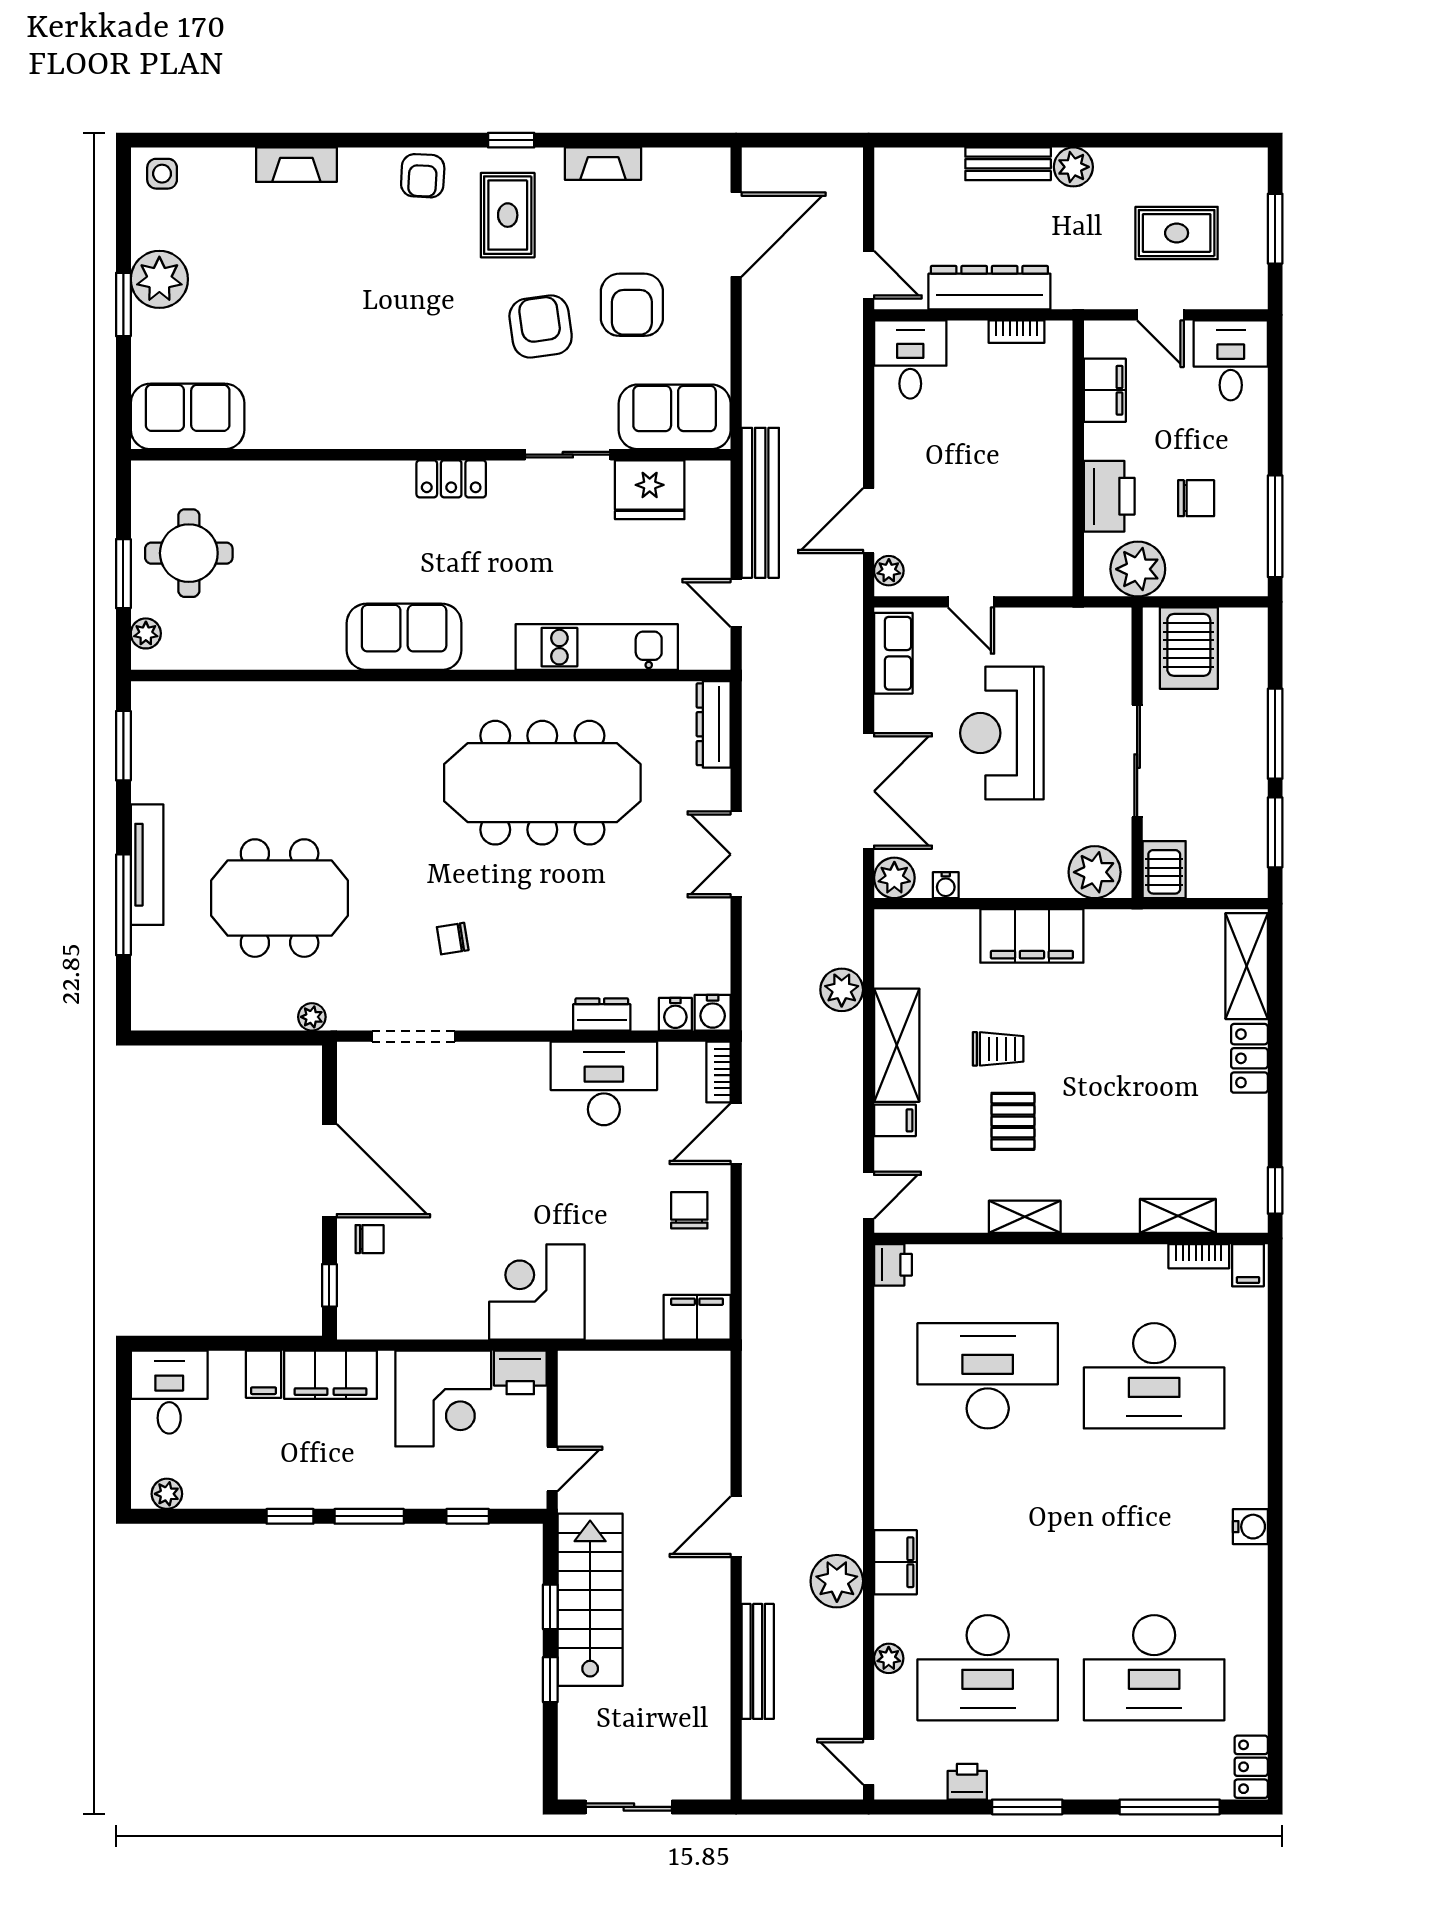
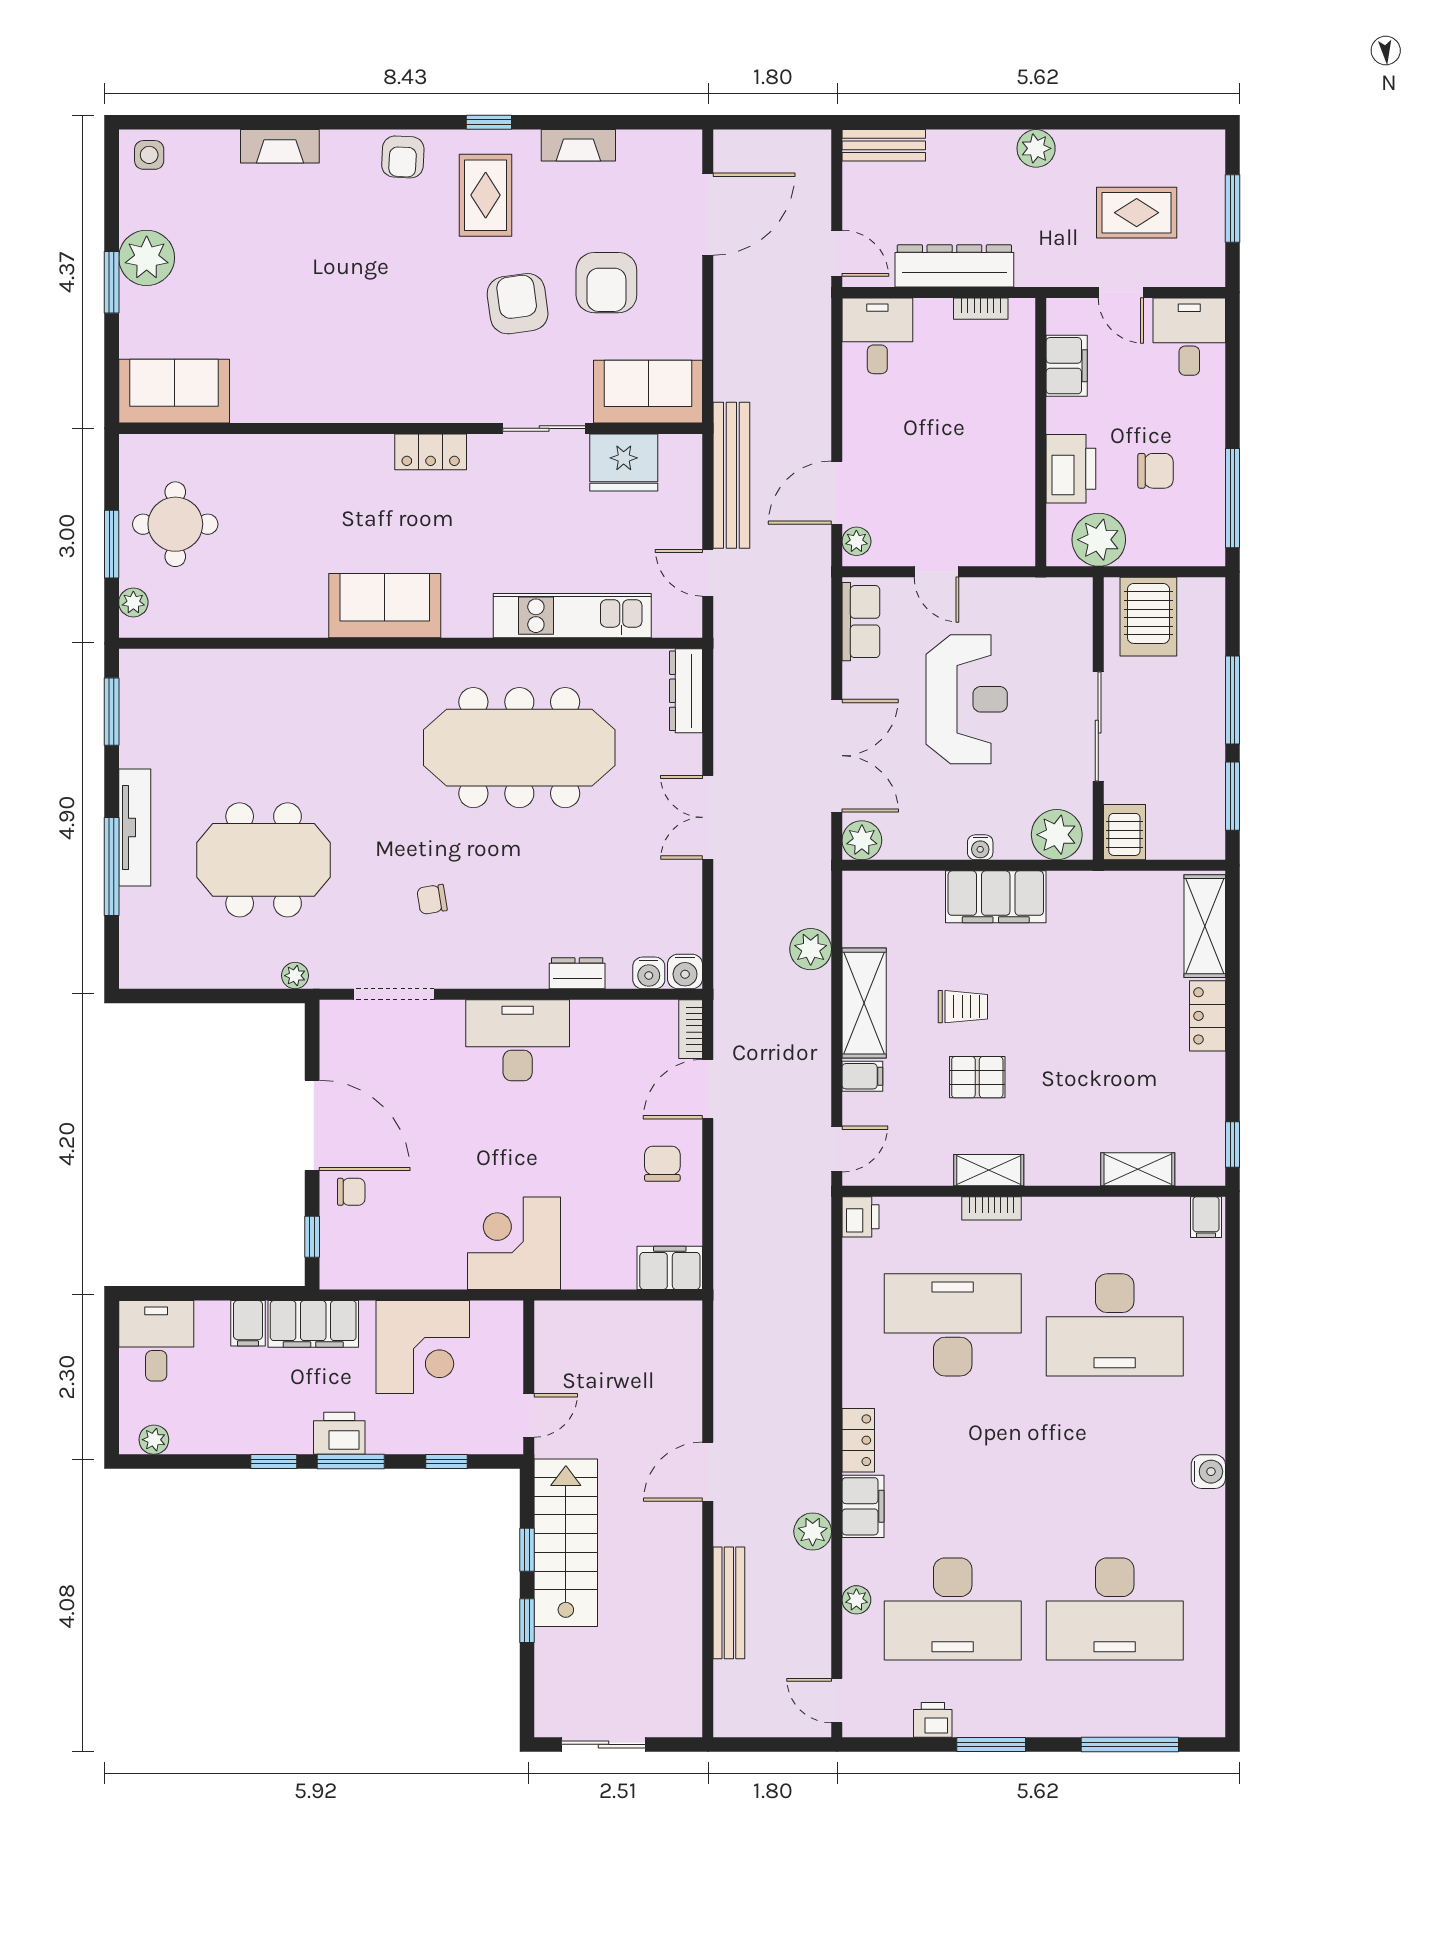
bench: (1008, 164) -> (884, 145), moved
reception desk: (1002, 733) -> (967, 699), turned 180
water cooler: (946, 885) -> (980, 847), moved
desk: (604, 1083) -> (518, 1040), moved
pallet: (1013, 1121) -> (977, 1077), turned 90
bookcase: (1199, 1256) -> (992, 1208), moved
printer: (520, 1372) -> (339, 1433), moved, turned 180
plant: (837, 1581) -> (813, 1531), width x0.73, depth x0.73
locker: (1251, 1767) -> (858, 1440), moved, turned 180

